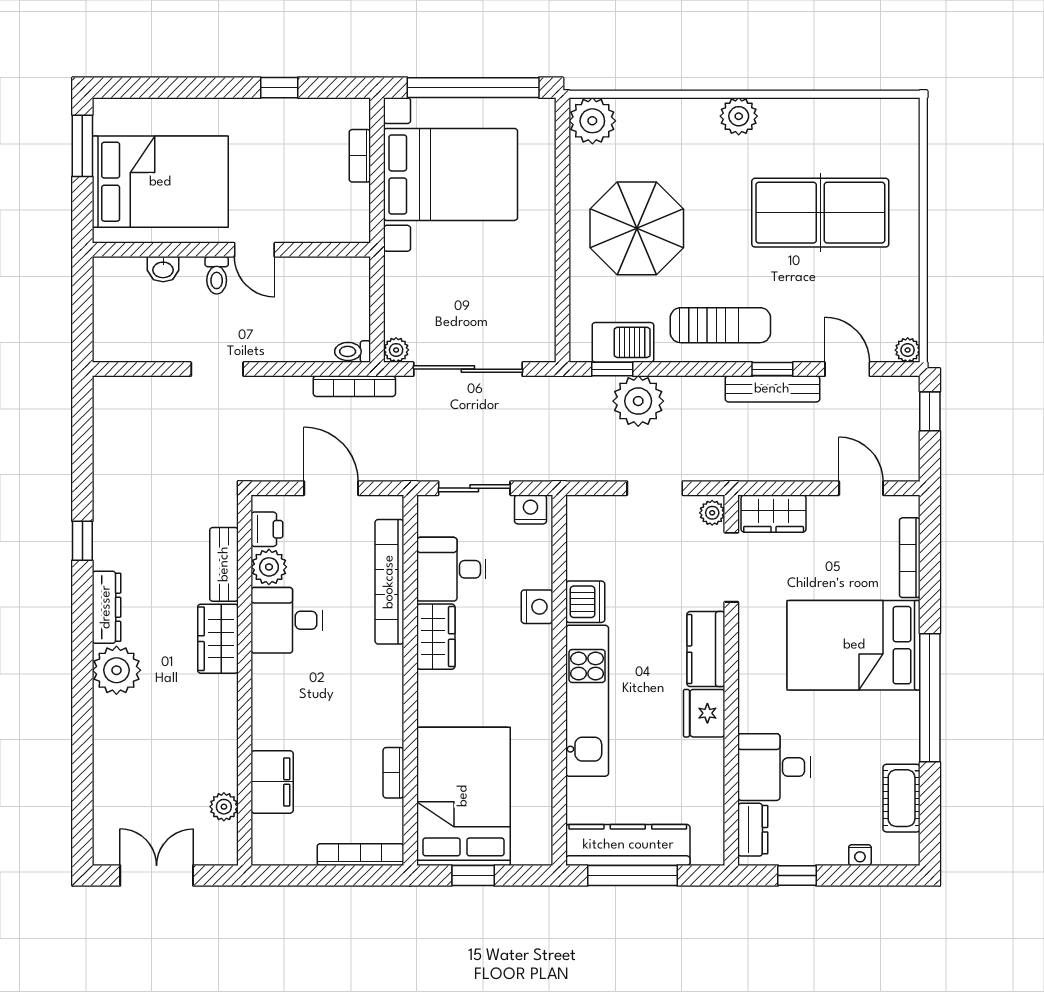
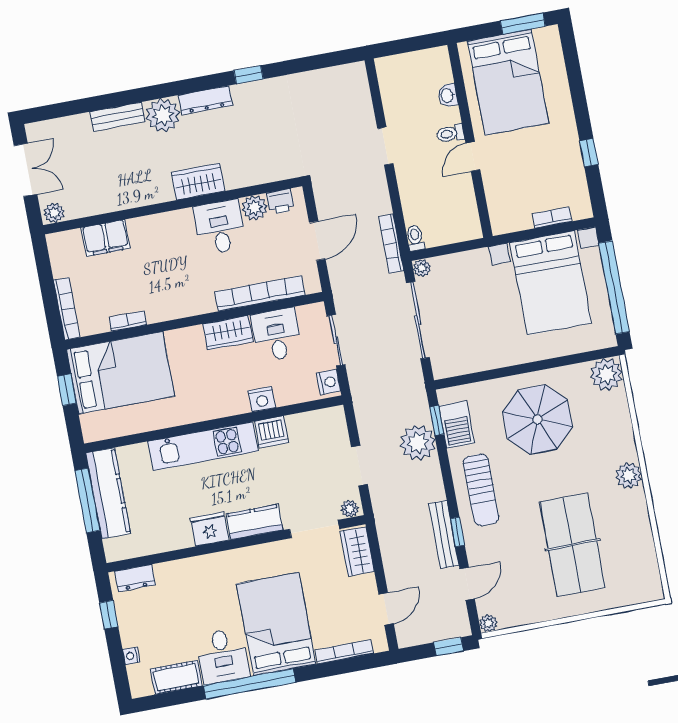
bench: (224, 564) -> (117, 117), moved
desk: (774, 767) -> (223, 656), moved, turned 180
plant: (224, 807) -> (54, 213), moved

